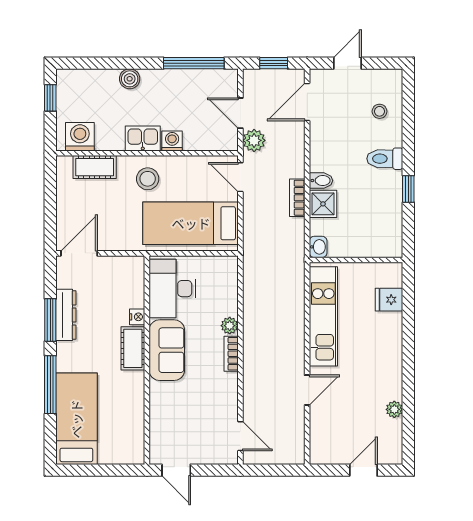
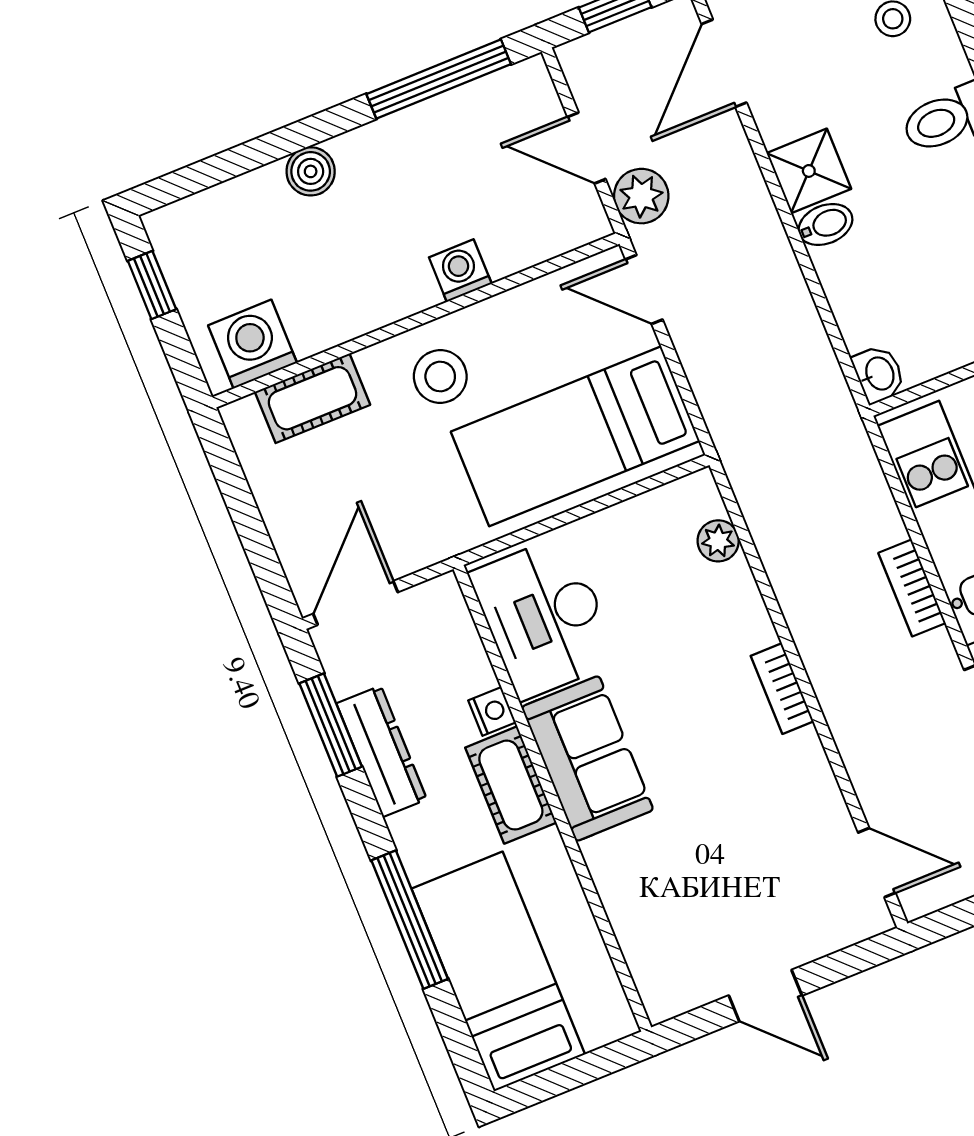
kitchen sink: (143, 138) -> (393, 291), removed
bookcase: (297, 198) -> (912, 588), moved
shower: (323, 204) -> (809, 171), moved
desk: (172, 289) -> (544, 617), moved
nightstand: (137, 317) -> (492, 711), moved
window: (50, 320) -> (331, 725), moved
plant: (230, 326) -> (718, 541), moved
cot: (133, 348) -> (511, 785), moved
sofa: (167, 350) -> (587, 758), moved
wall: (147, 360) -> (552, 798), moved

